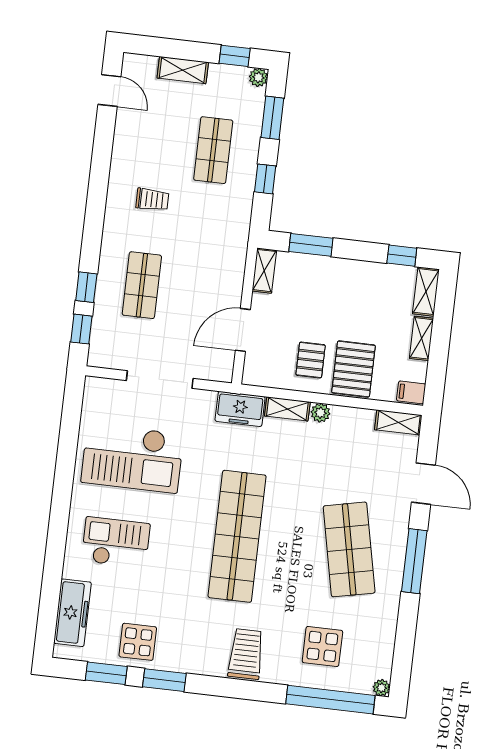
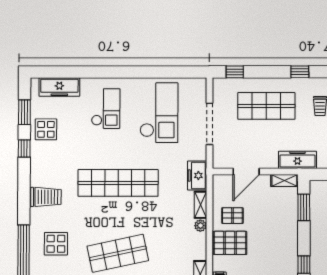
freezer: (234, 246) -> (297, 160), added
shop shelf: (142, 285) -> (266, 106), width x1.43, depth x1.36
window: (86, 287) -> (300, 72), moved
door: (243, 330) -> (246, 171), swing flipped
checkout: (132, 458) -> (159, 113), turned 180
window: (164, 680) -> (24, 148), width x0.67

